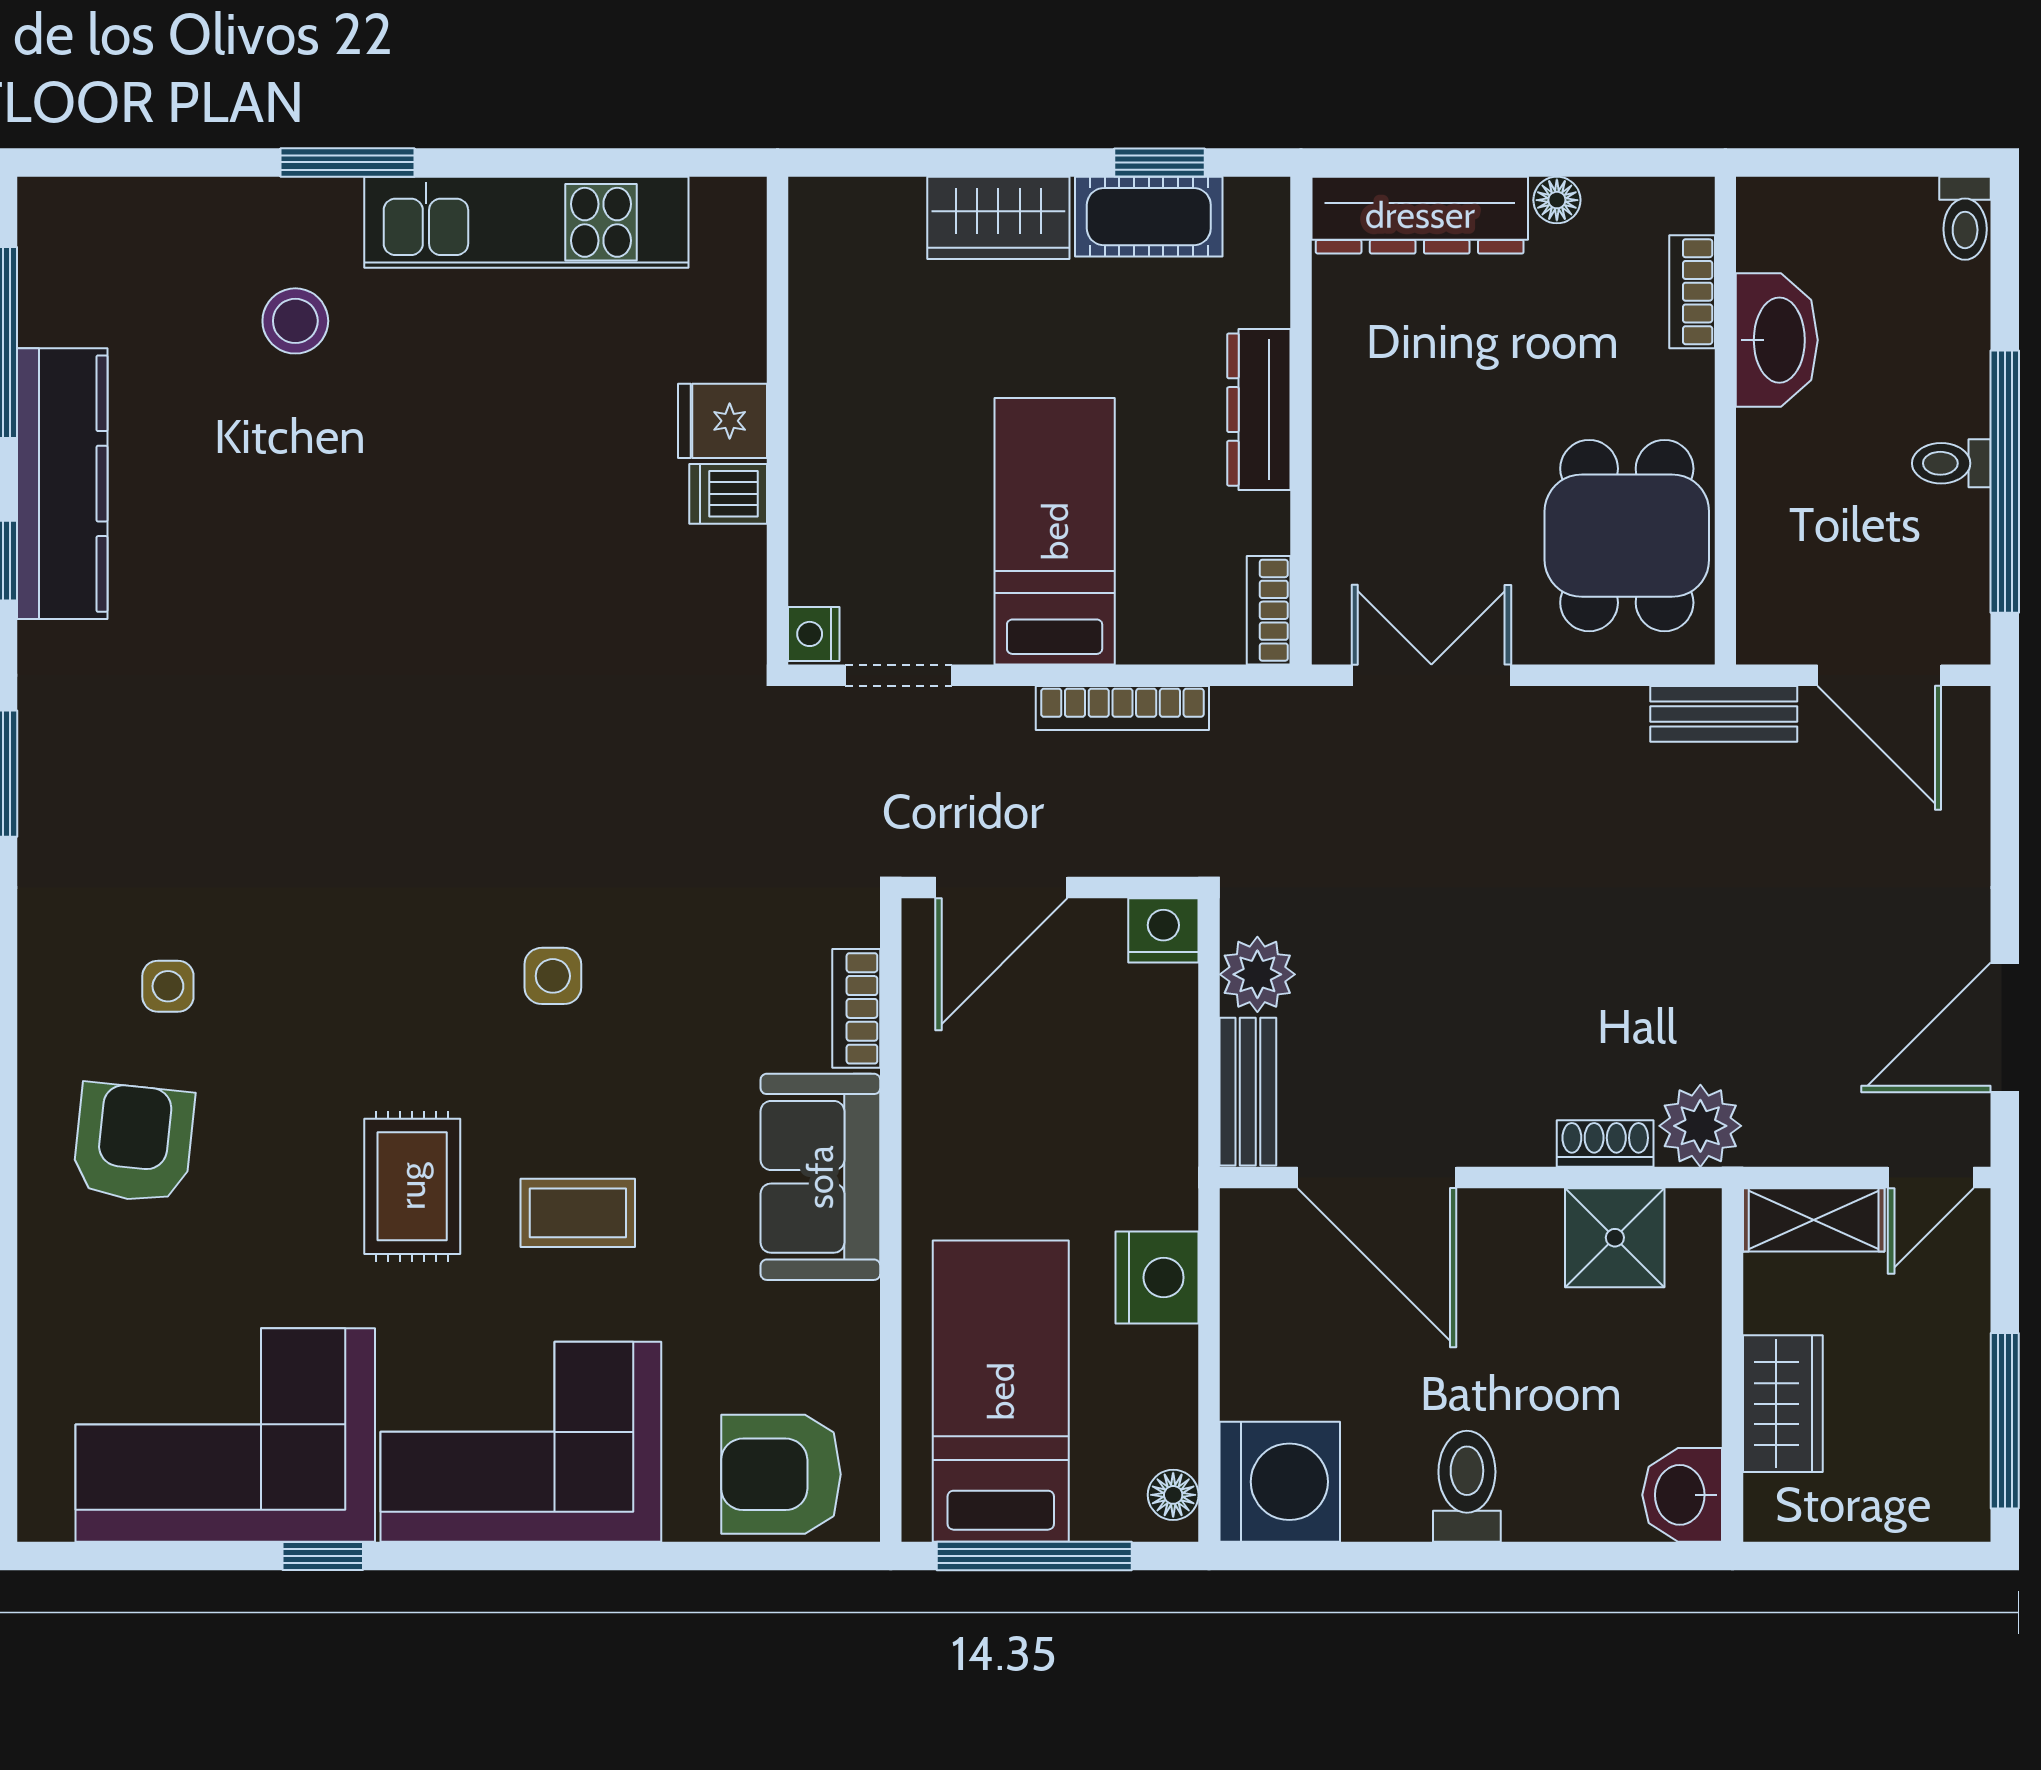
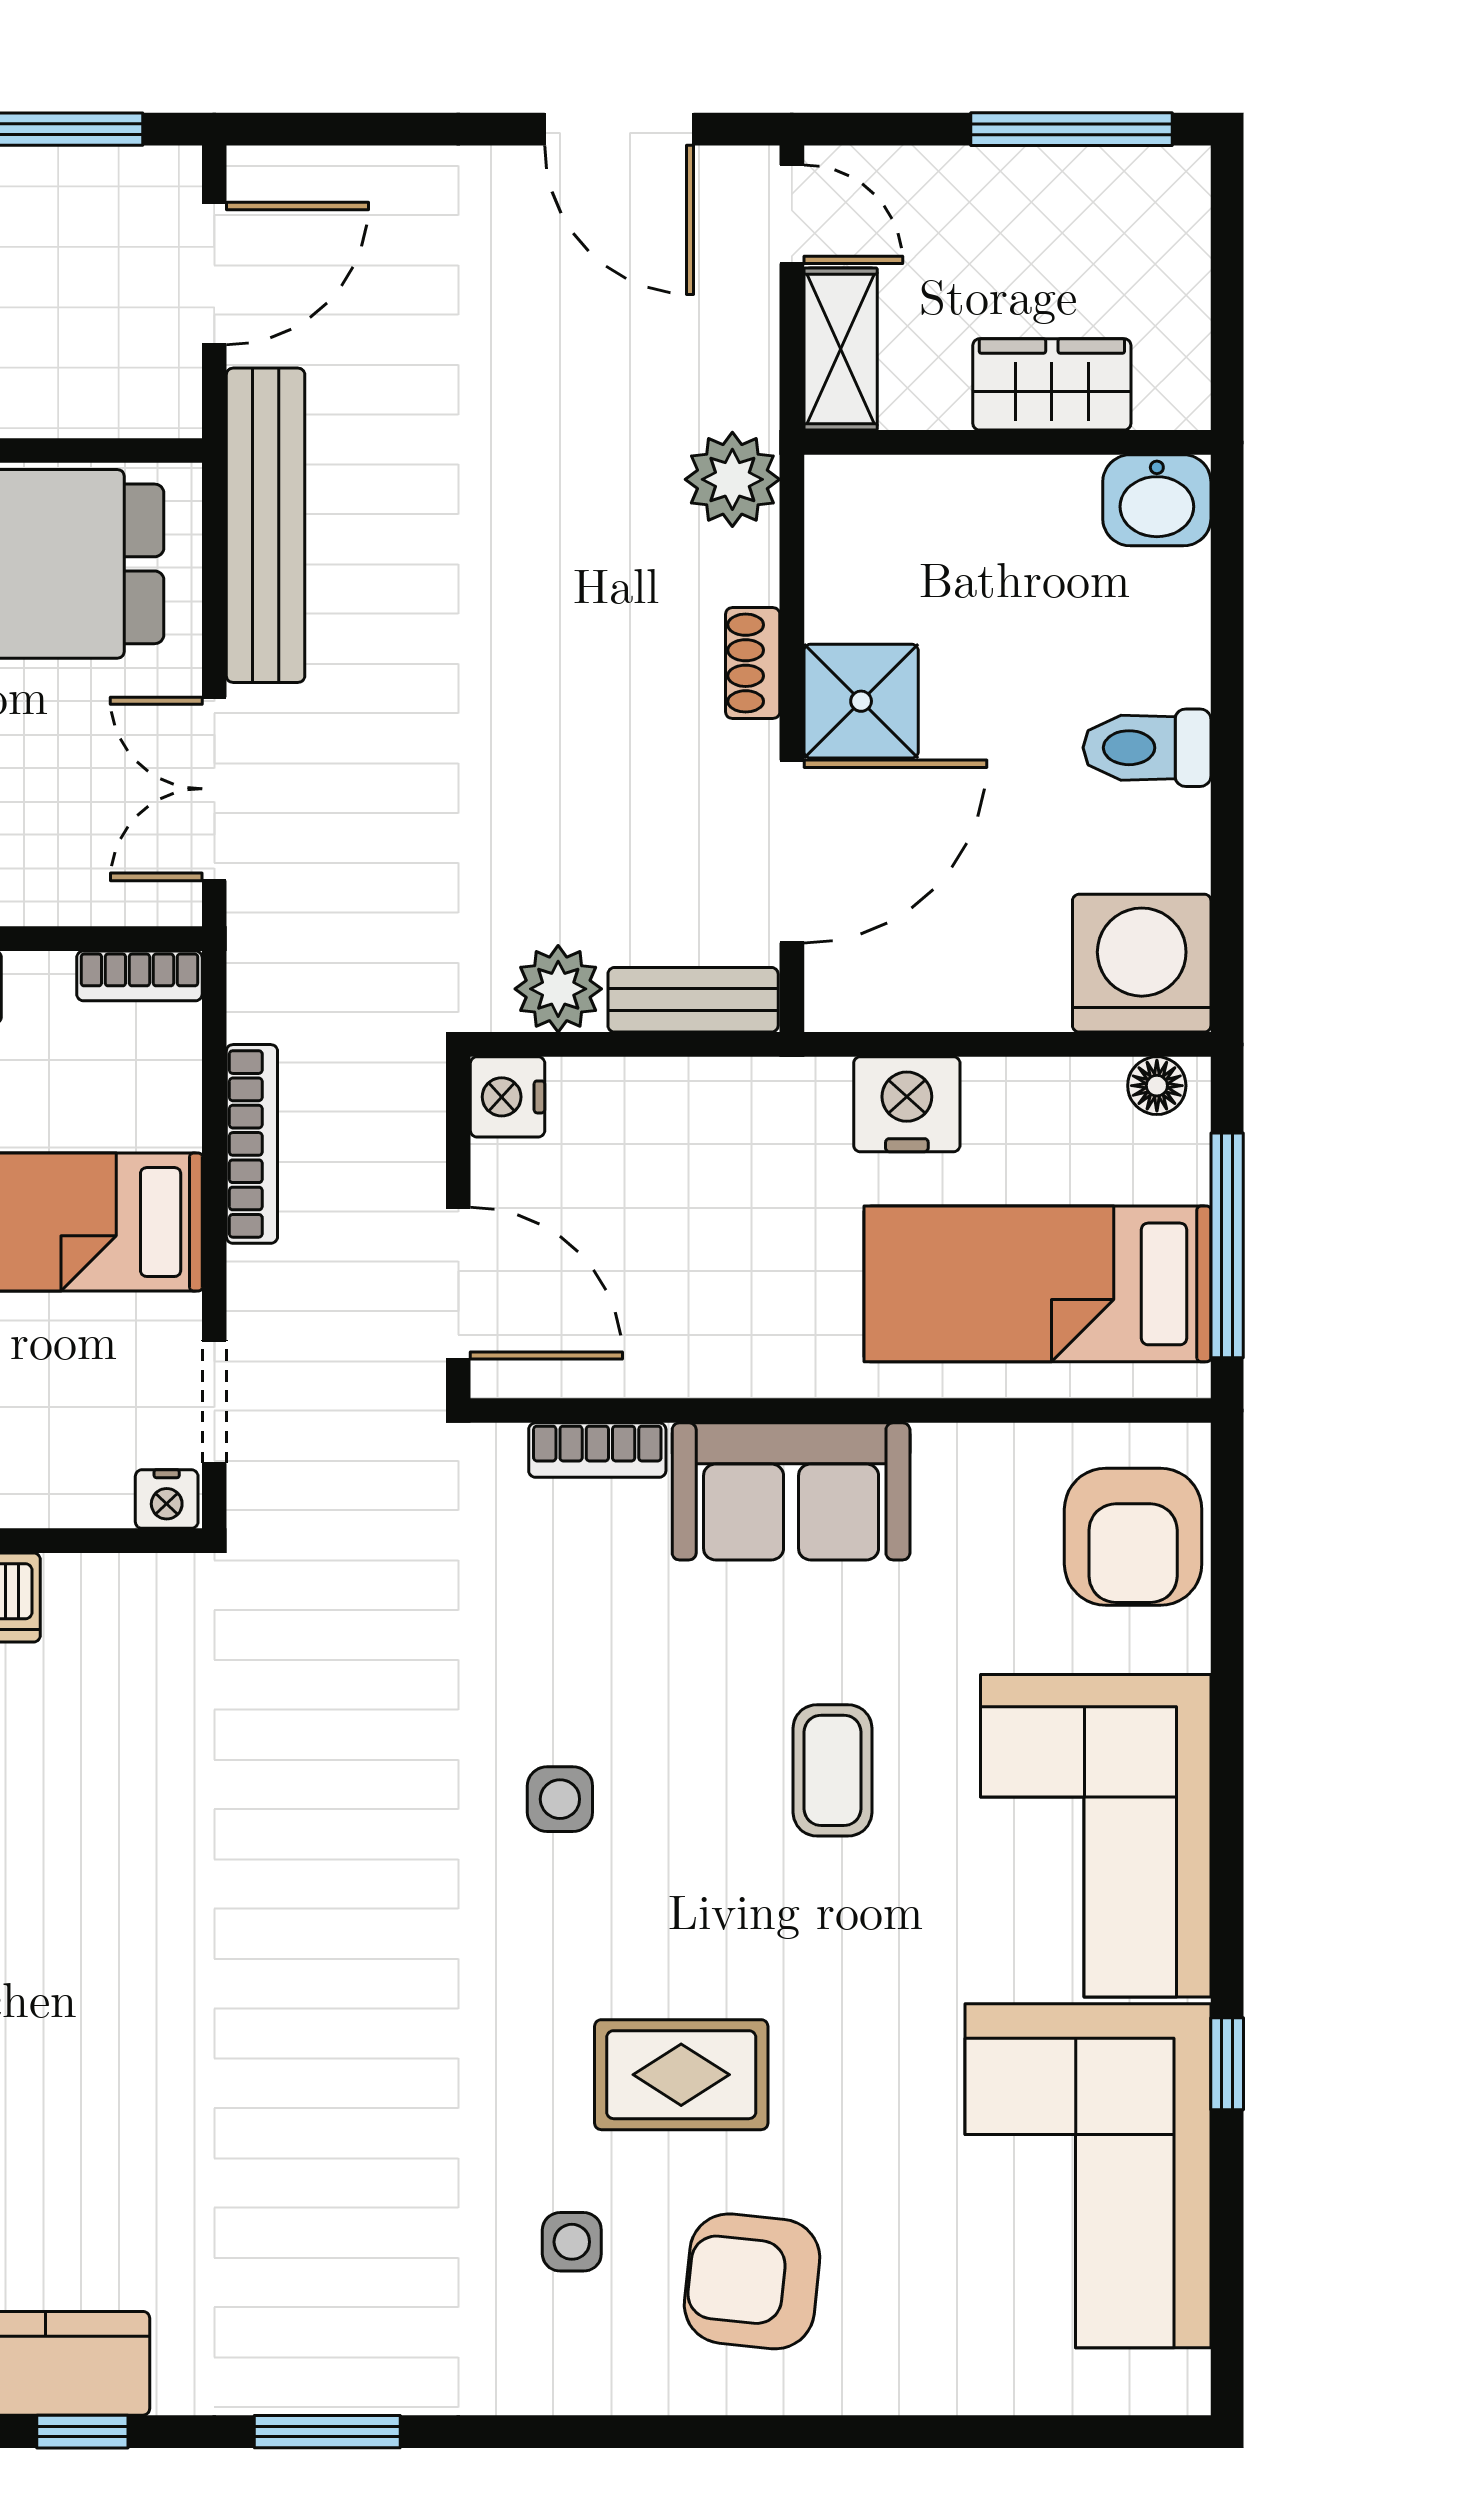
bench: (1724, 714) -> (266, 525), width x1.86, depth x1.21
shoe rack: (1605, 1143) -> (753, 663), moved
rug: (412, 1186) -> (681, 2075), moved
shower: (1615, 1238) -> (861, 701), moved

